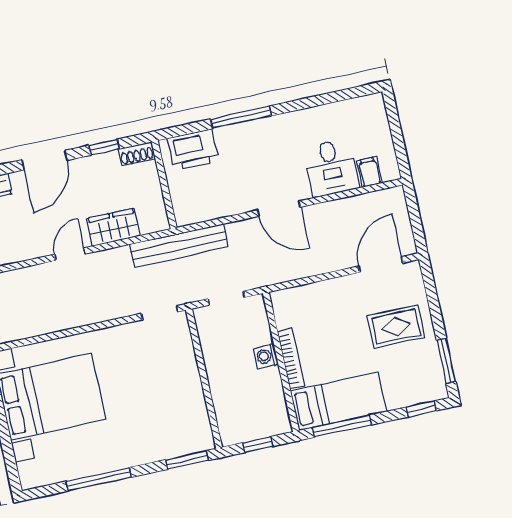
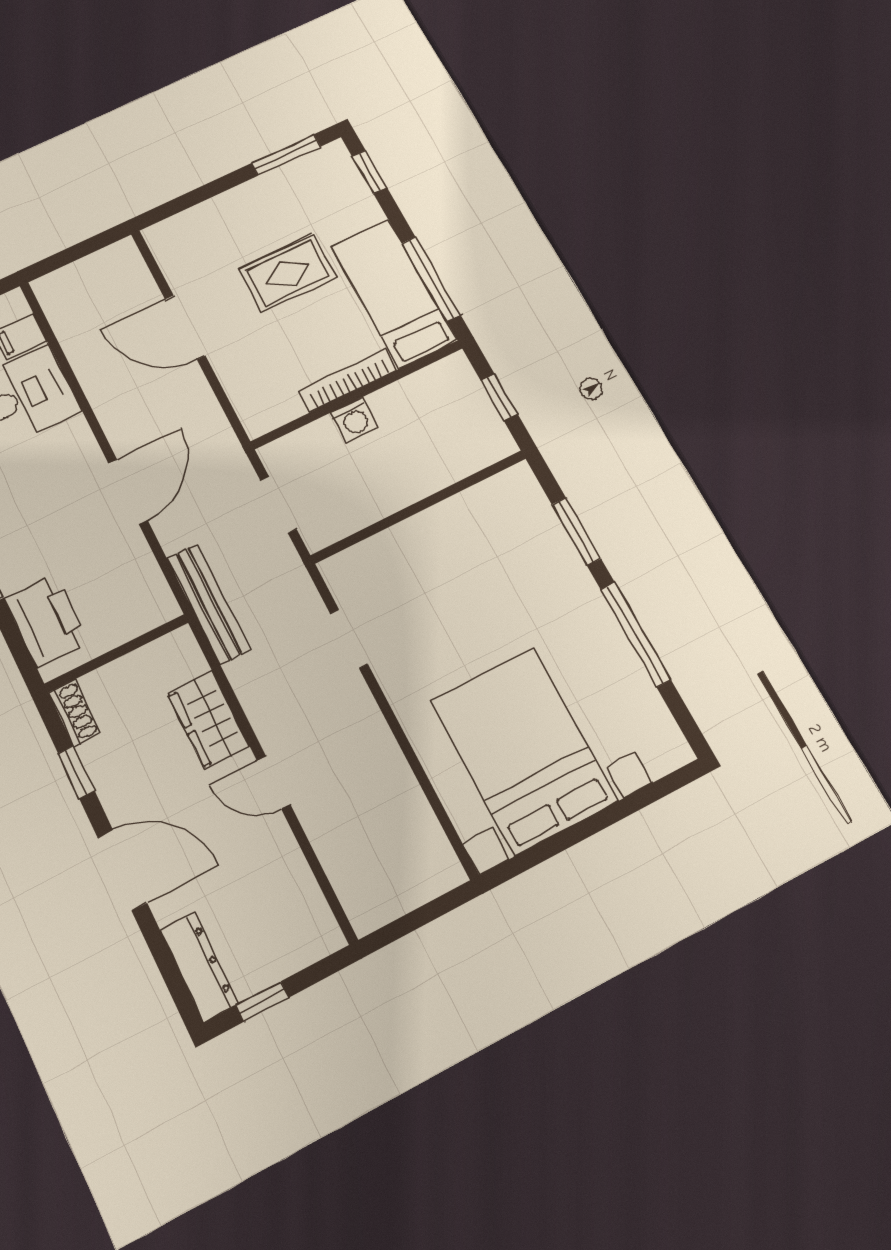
door: (279, 209) -> (128, 492), moved
bench: (179, 246) -> (209, 604), width x0.73, depth x0.82
door: (381, 265) -> (185, 327), moved
doorway: (160, 313) -> (349, 639), moved
rug: (396, 326) -> (288, 273), moved, turned 90
window: (187, 460) -> (576, 532), moved

